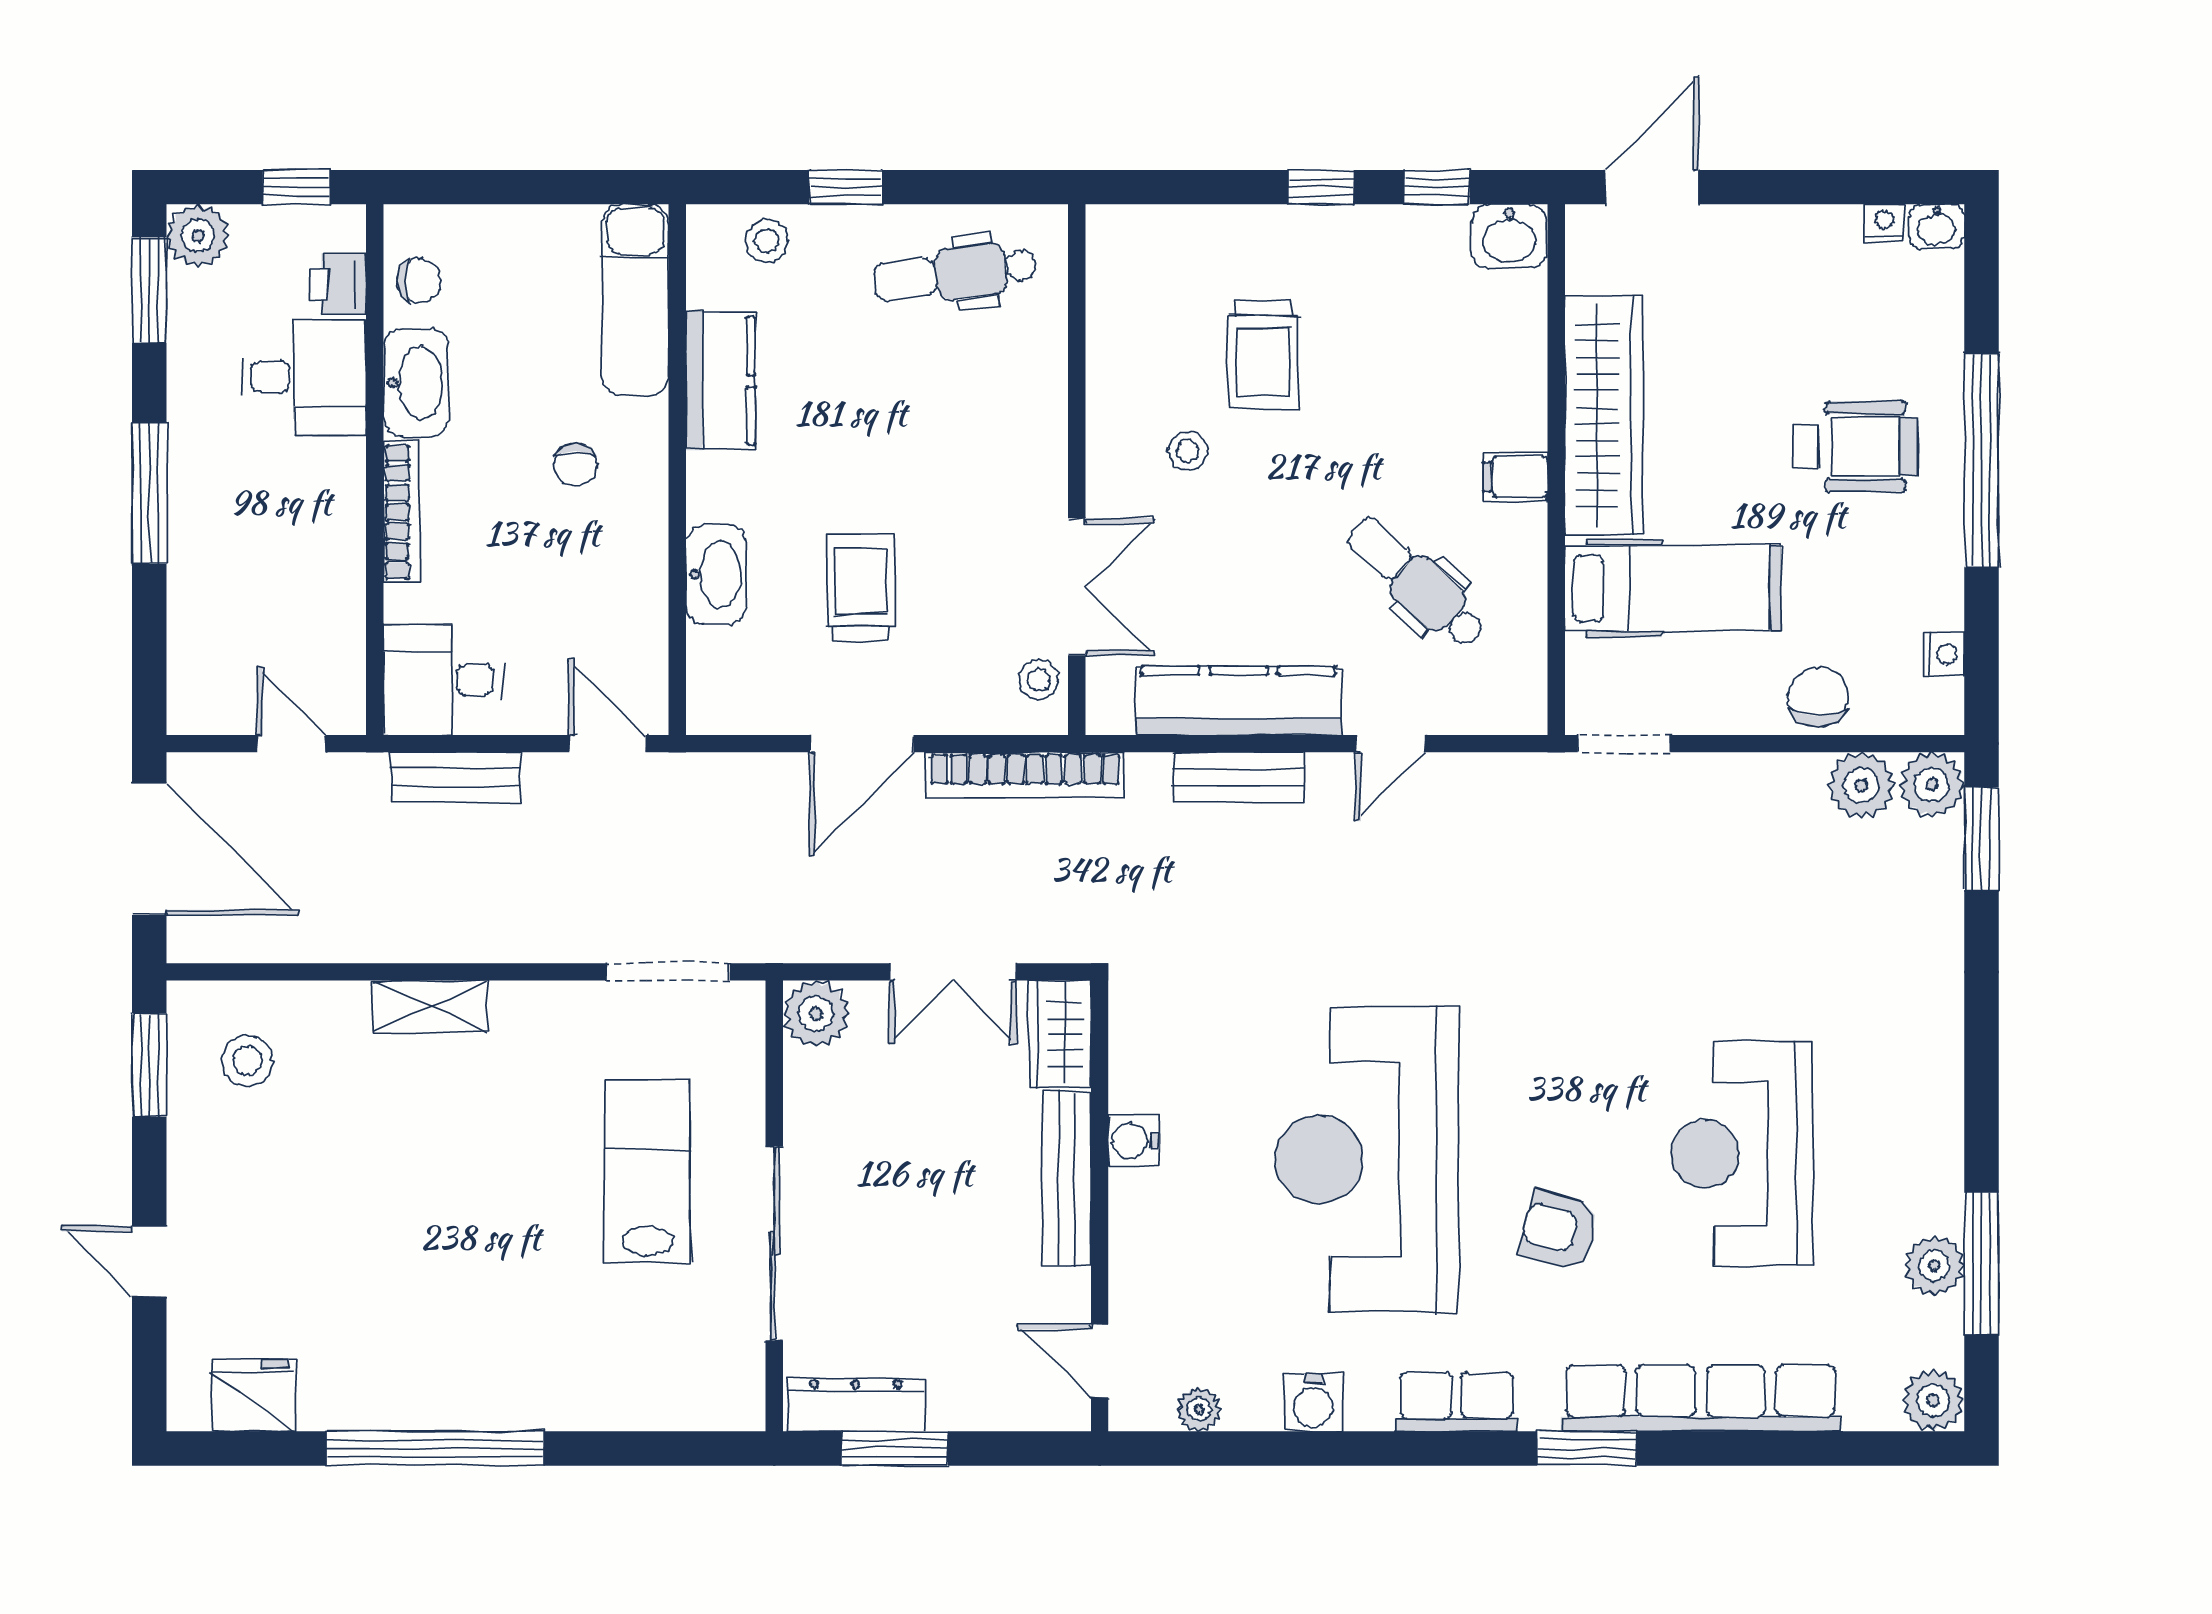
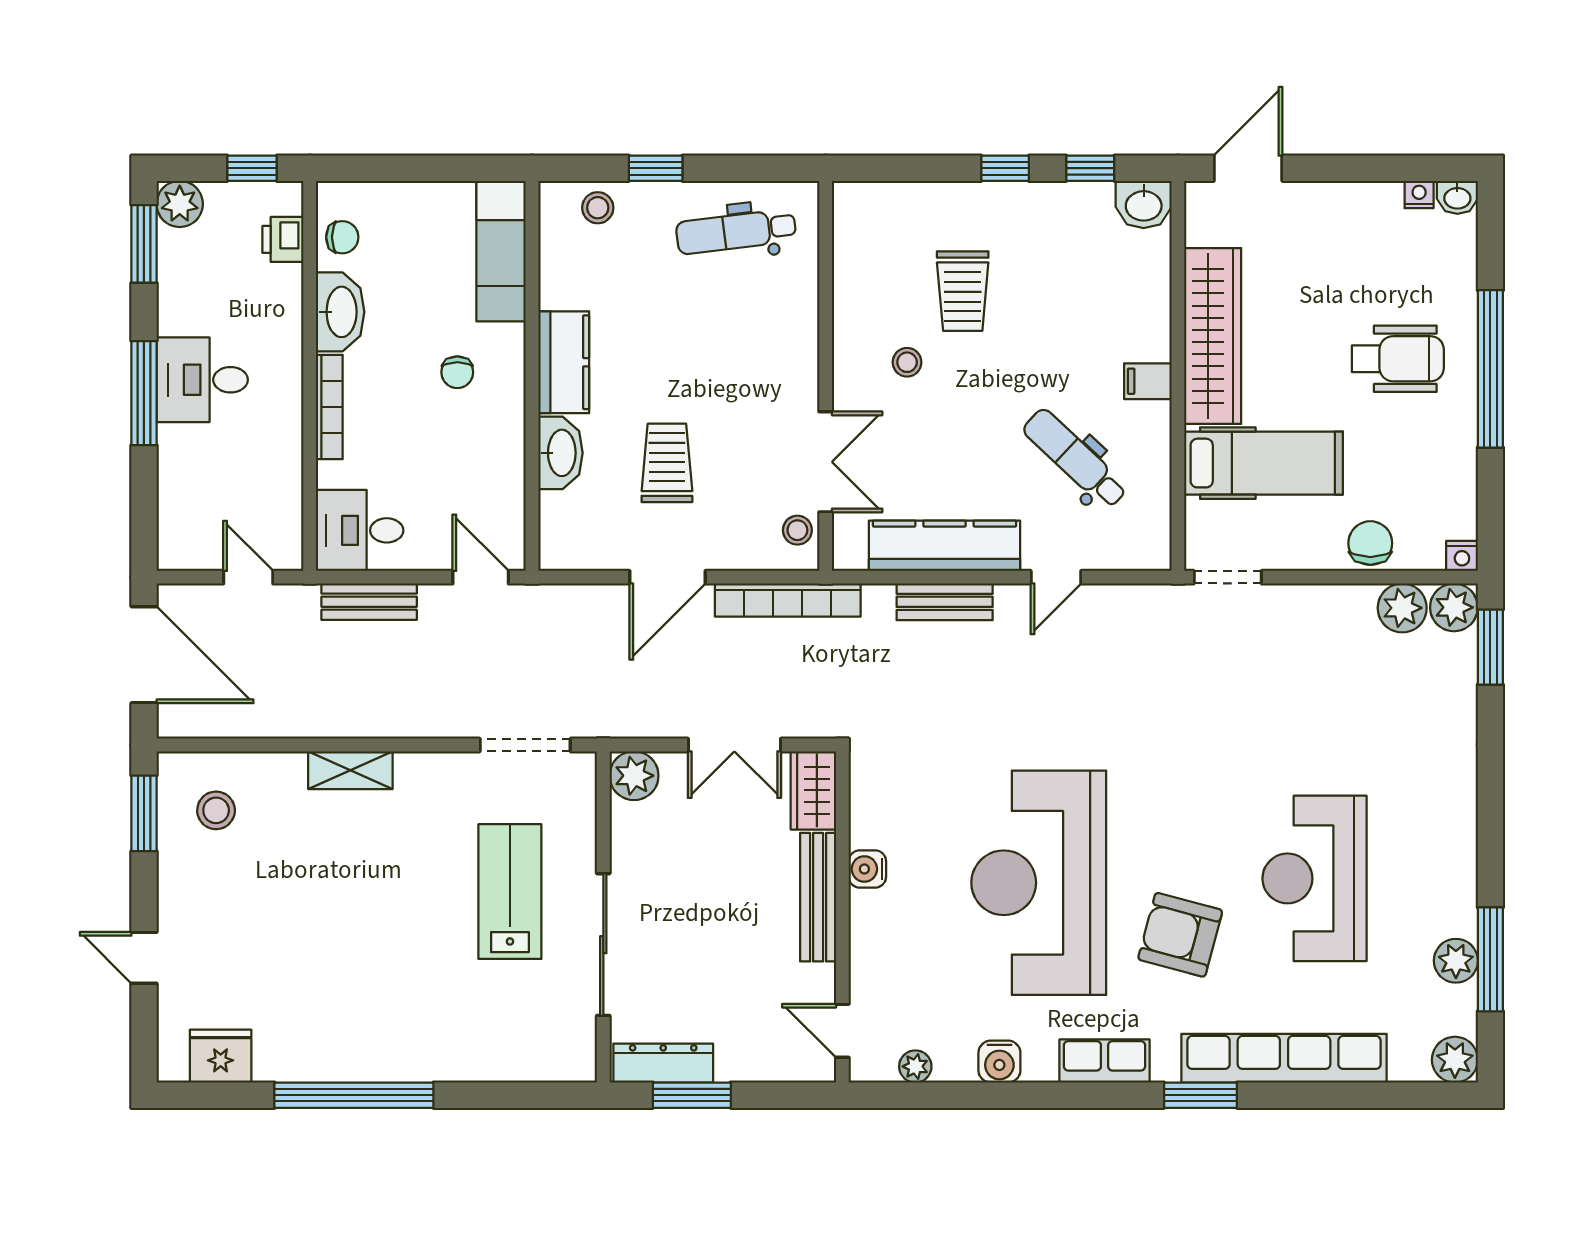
desk: (304, 377) -> (202, 380), moved, turned 180
kitchen counter: (720, 381) -> (564, 362), moved
nightstand: (1944, 654) -> (1462, 556), moved, turned 90
armchair: (1559, 1230) -> (1180, 935), width x1.38, depth x1.38

